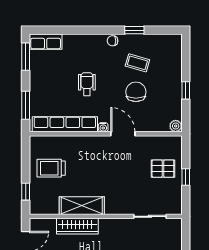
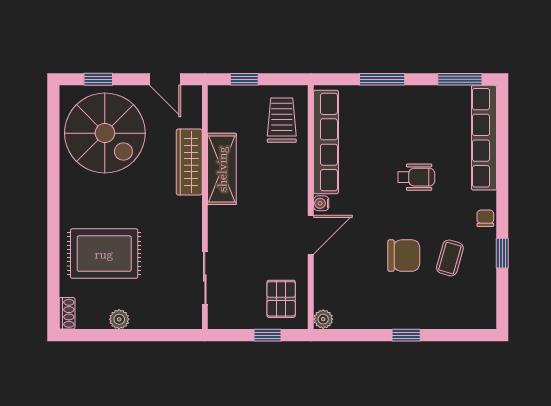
row of seats: (46, 42) -> (484, 138), width x2.02
row of seats: (65, 124) -> (326, 142), moved
plant: (176, 126) -> (323, 319), moved
water cooler: (103, 127) -> (321, 203), moved
wall: (106, 134) -> (311, 207), moved
door: (123, 134) -> (311, 235), moved

